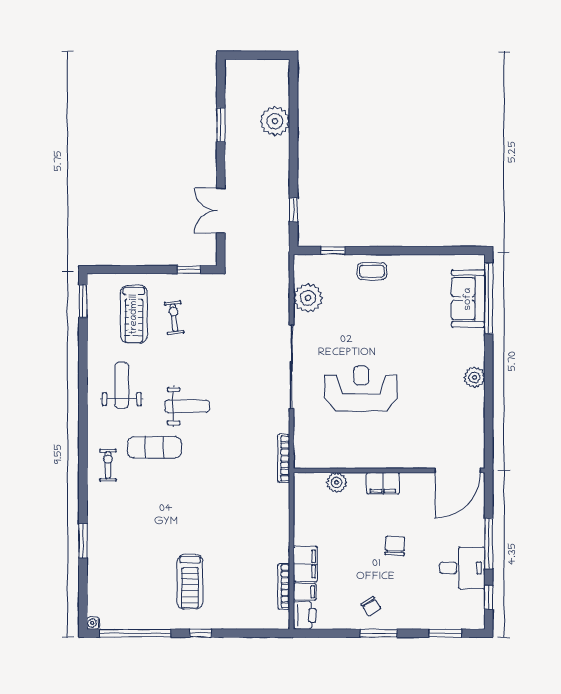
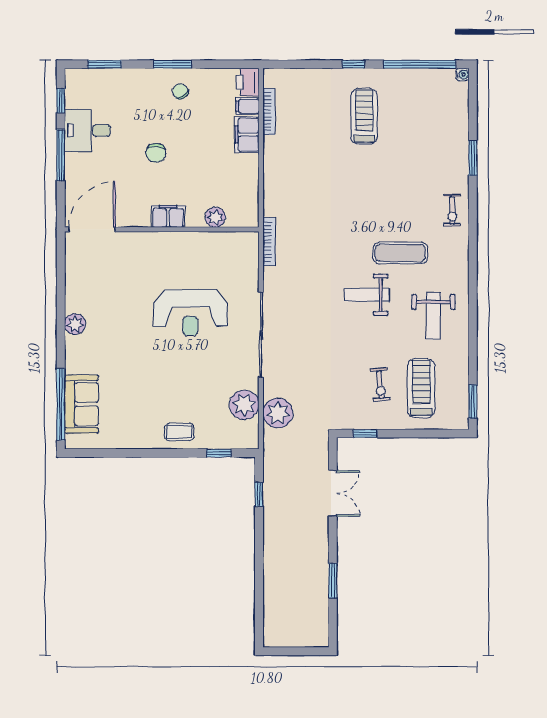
plant: (275, 121) -> (278, 413), moved
exercise bike: (108, 465) -> (452, 210), moved

